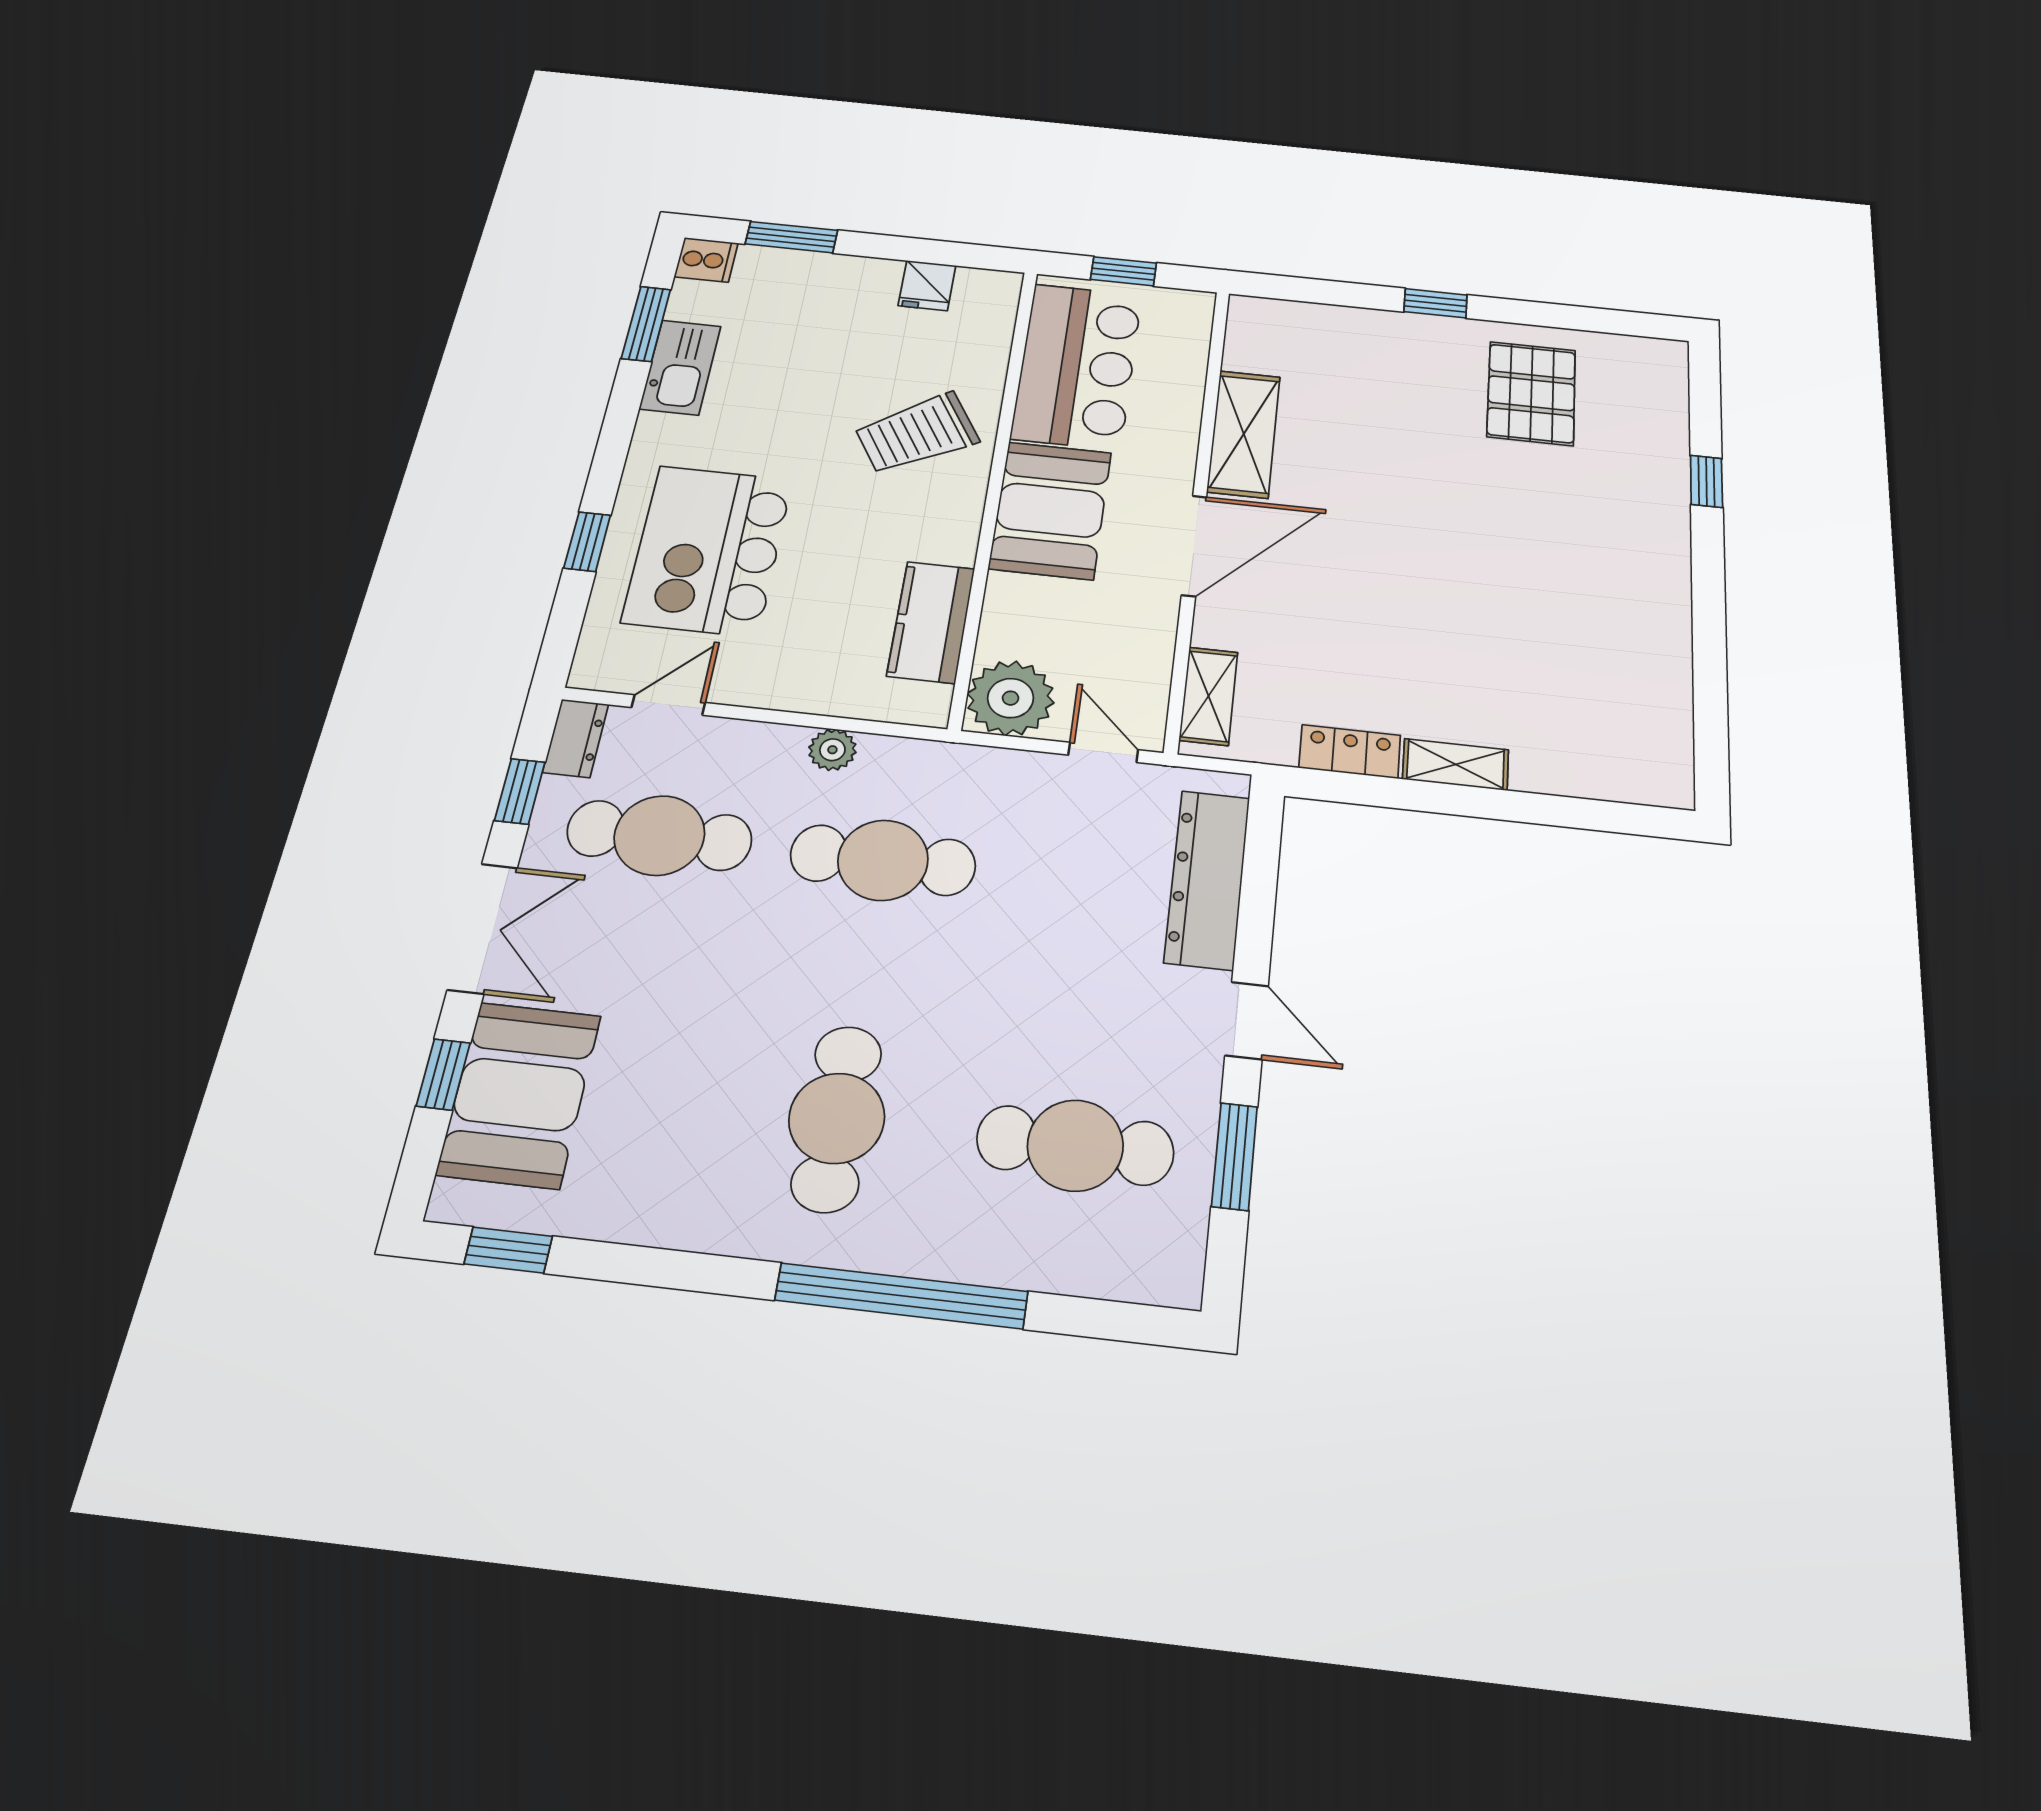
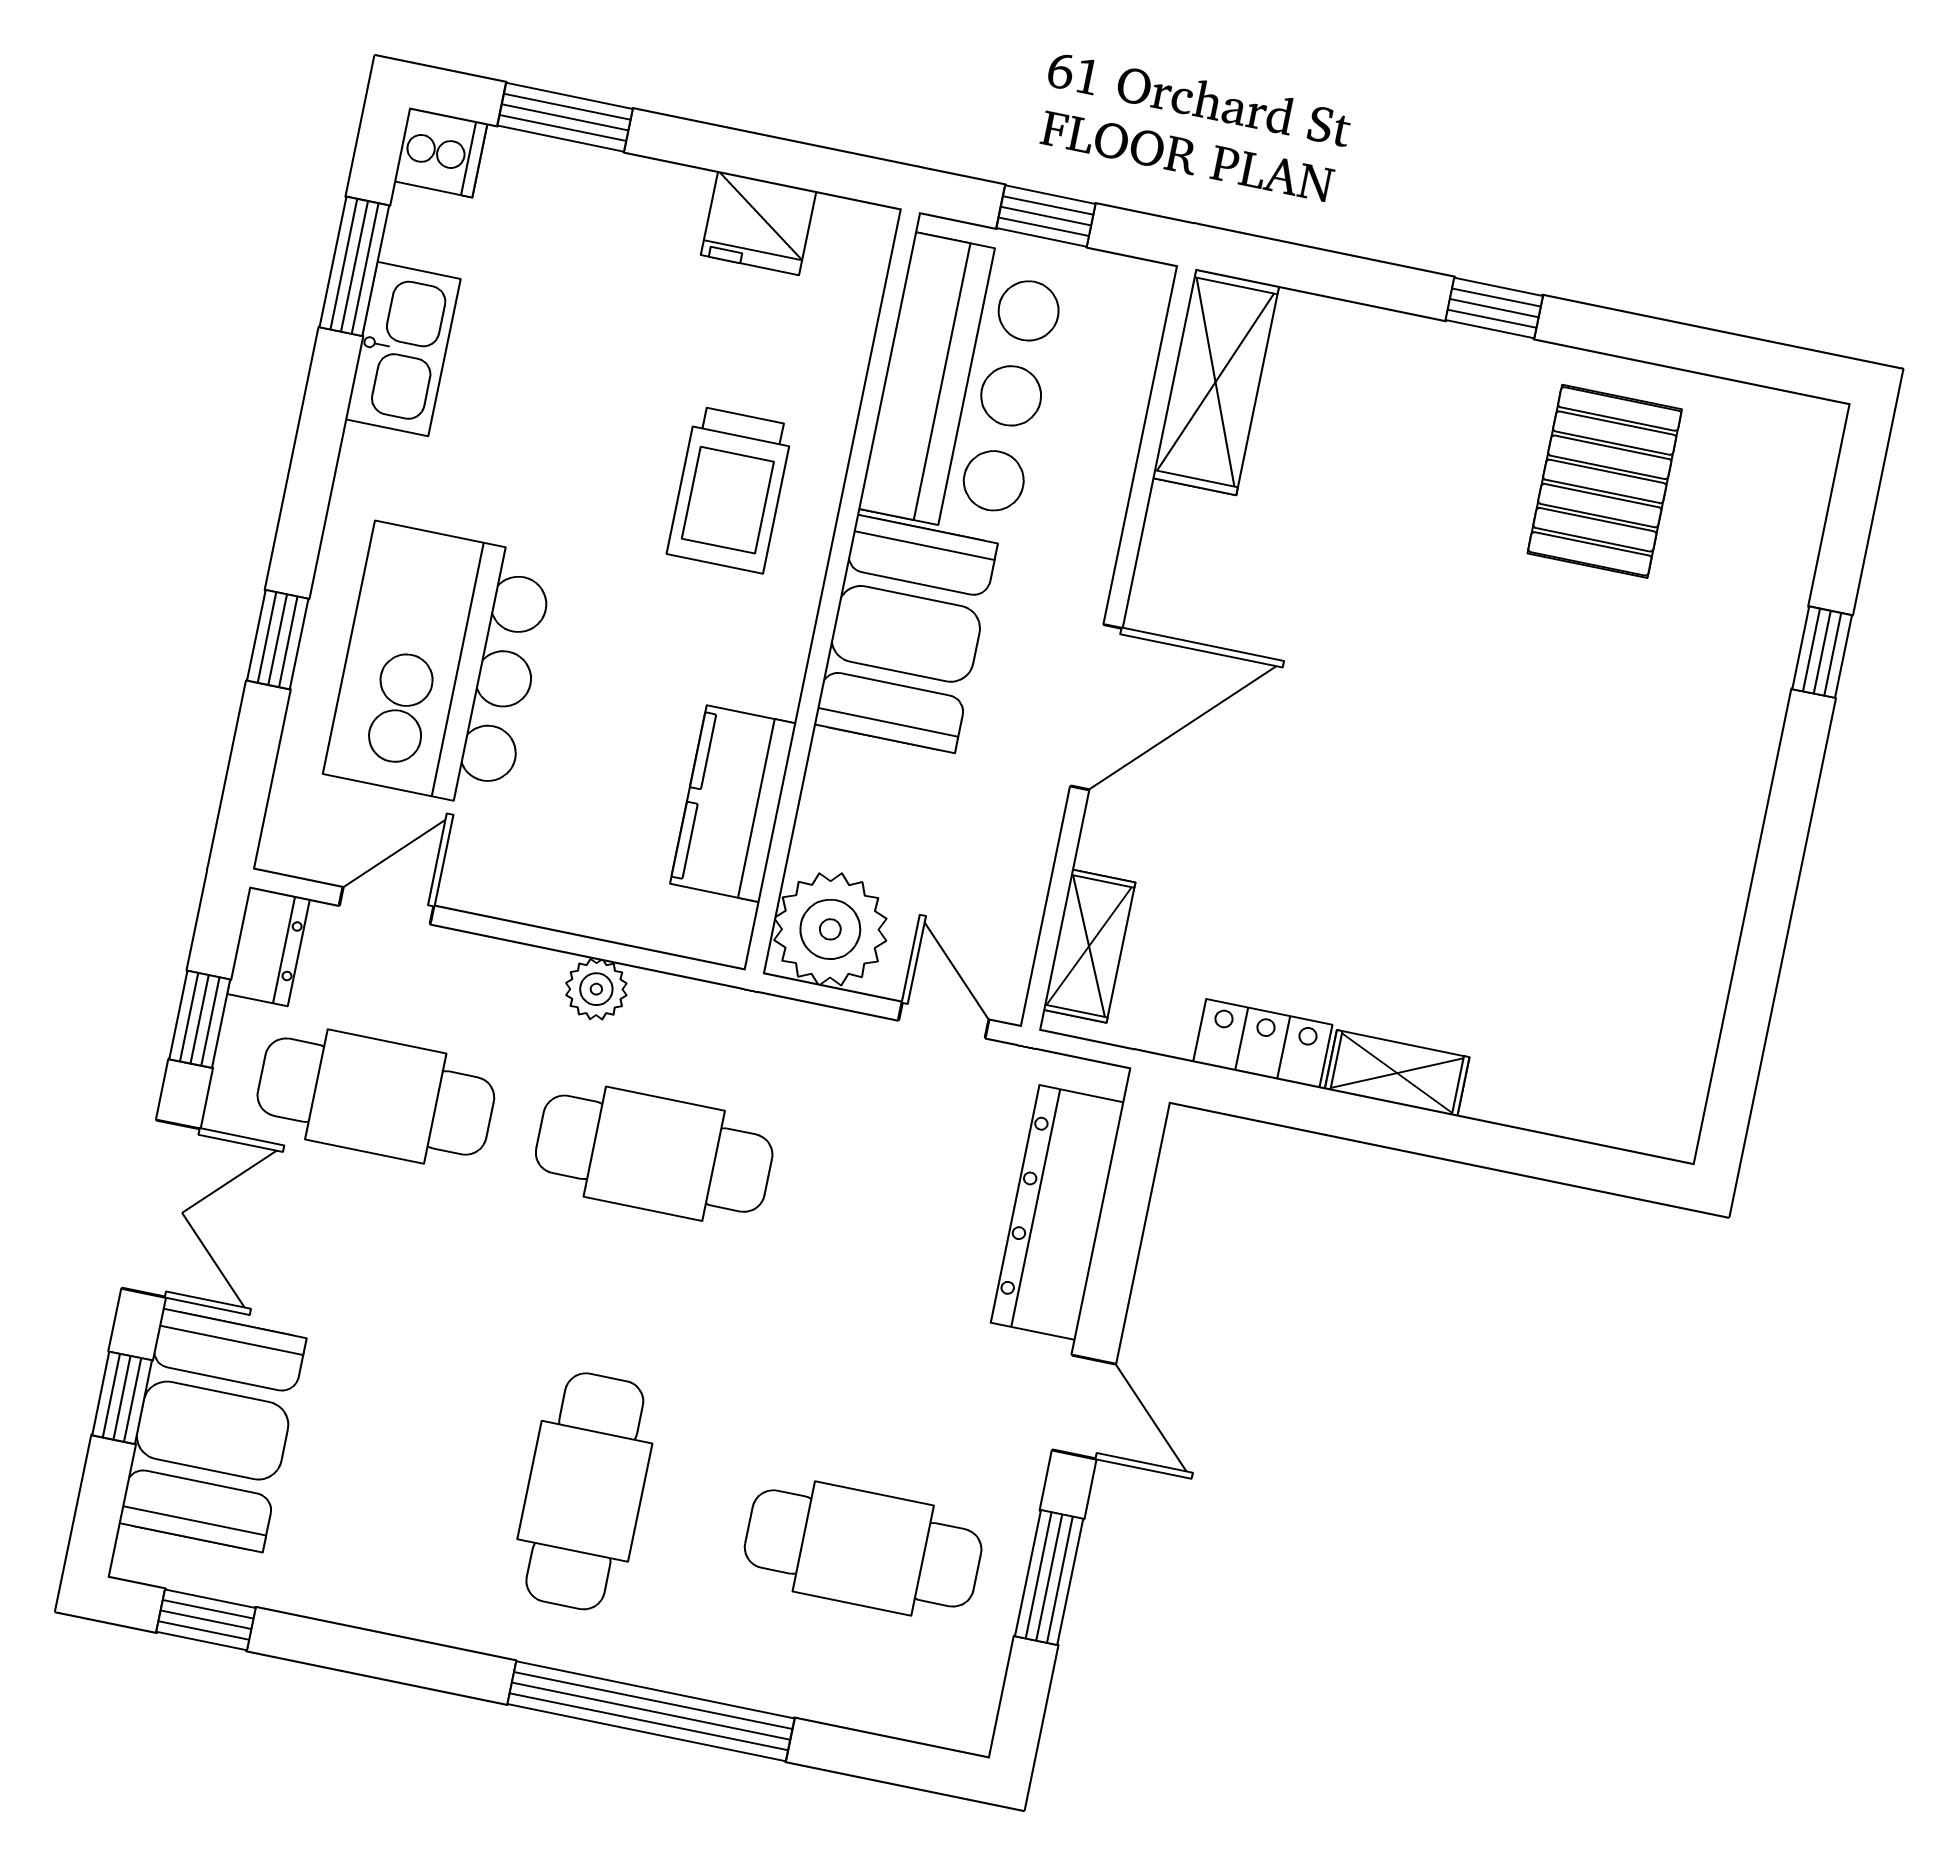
fridge: (927, 285) -> (759, 223), width x1.38
trolley: (917, 433) -> (730, 490), turned -59
shelving: (1244, 434) -> (1216, 382), moved

